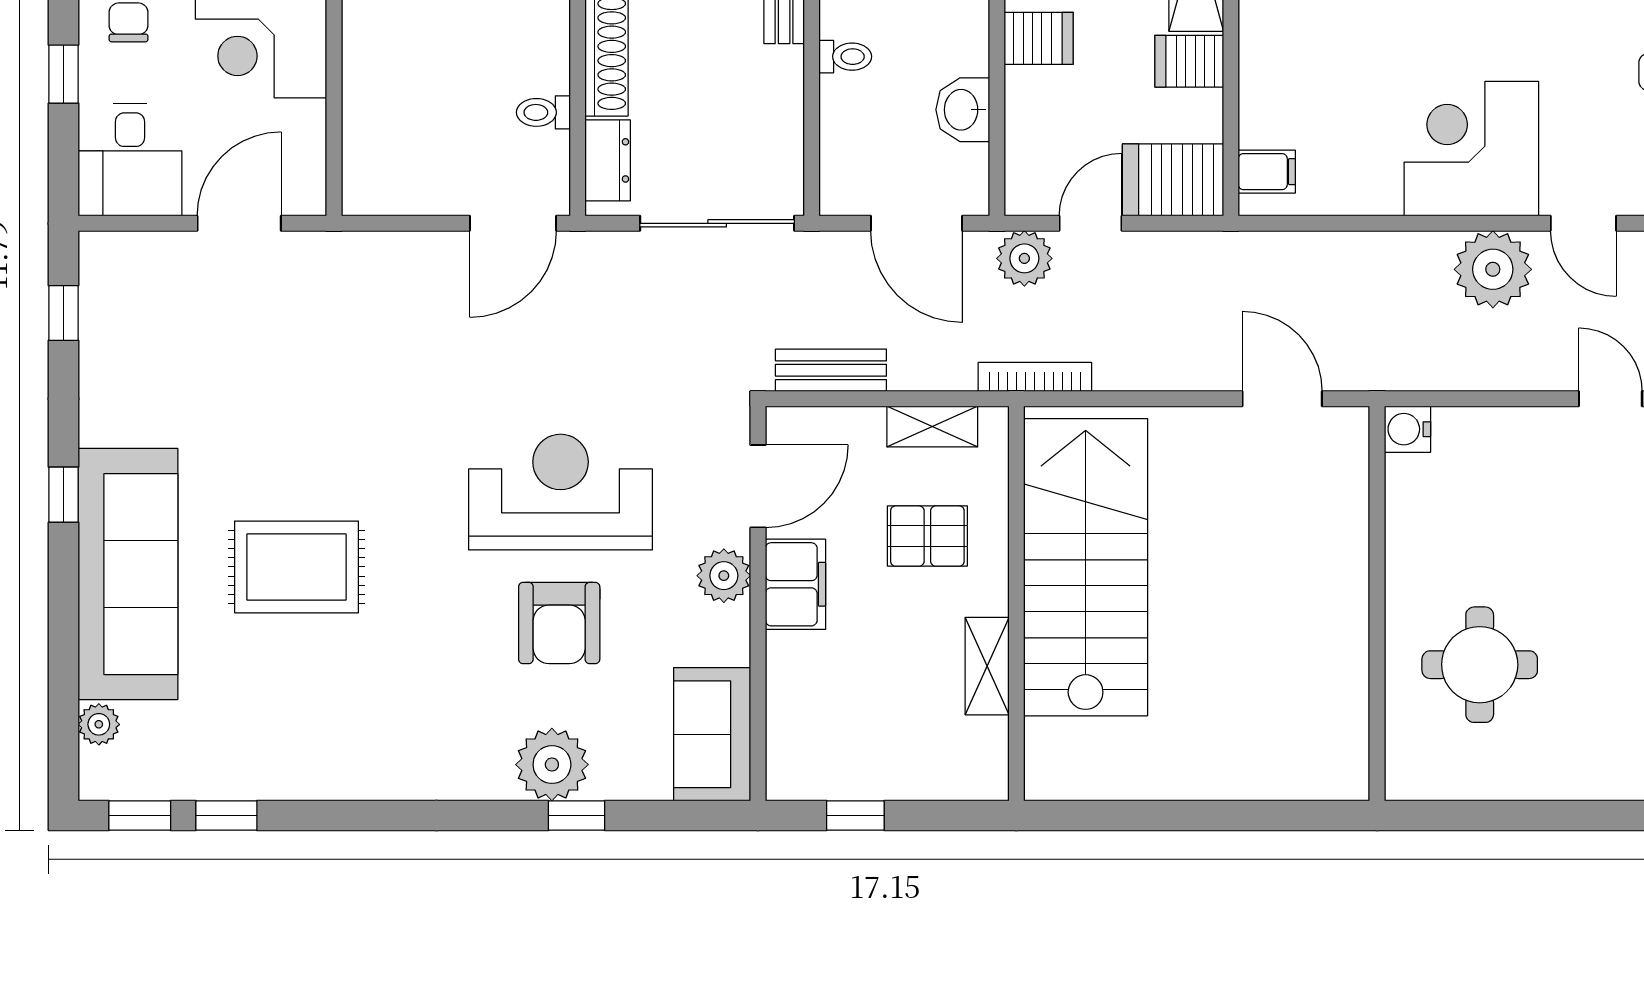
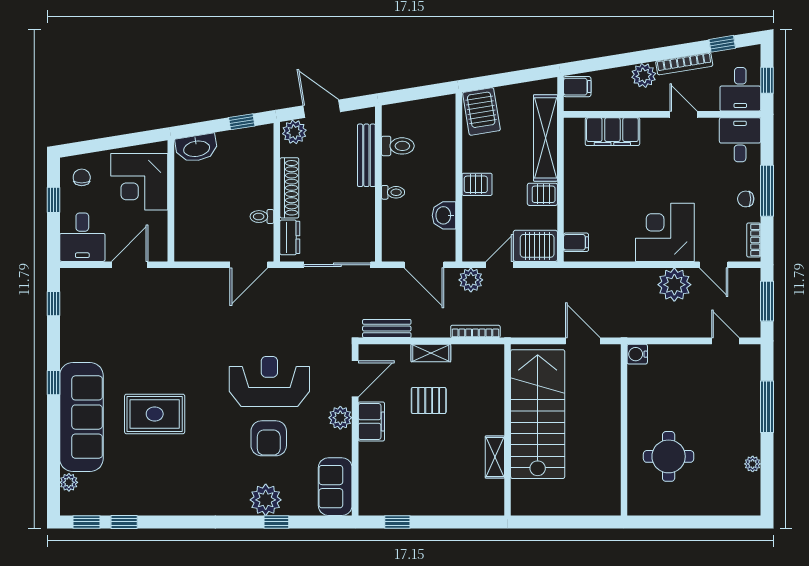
stairs: (1086, 567) -> (538, 414), moved
wall: (1016, 603) -> (508, 430), moved
shelving: (987, 666) -> (495, 457), moved

